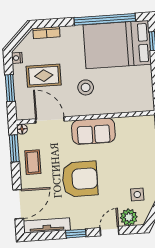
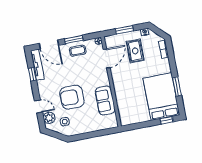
window: (105, 19) -> (177, 86), width x0.47
stool: (86, 87) -> (131, 79), removed
sofa: (93, 131) -> (105, 100), moved
window: (14, 148) -> (74, 40), moved
armchair: (80, 179) -> (72, 97), moved, turned 90
window: (76, 234) -> (32, 74), moved

